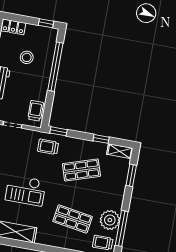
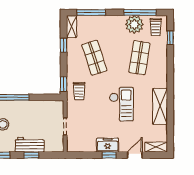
trolley: (36, 111) -> (49, 108), removed
window: (131, 175) -> (91, 12), width x1.44

